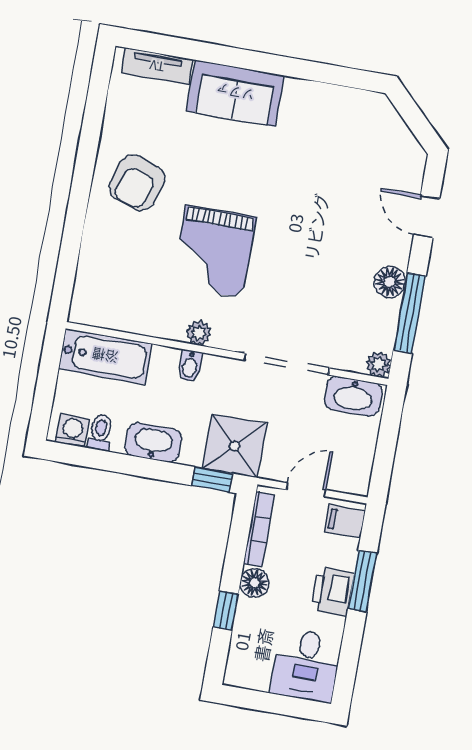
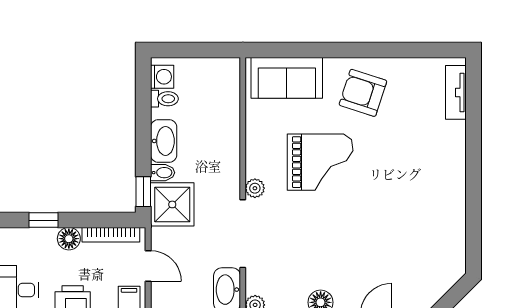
sofa: (235, 93) -> (287, 78), moved, turned -90
grand piano: (214, 252) -> (320, 162), turned 180
plant: (199, 333) -> (255, 188), moved
bathtub: (105, 356) -> (224, 92), removed
bidet: (190, 366) -> (163, 173), moved, turned 180

